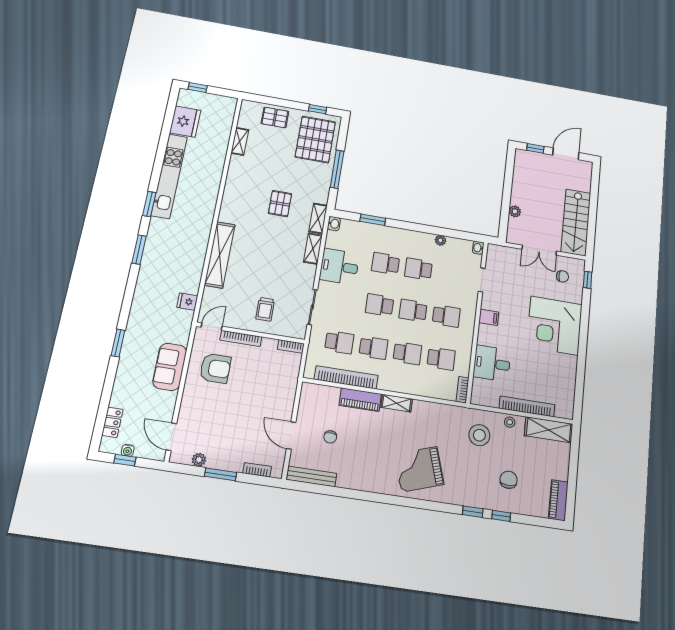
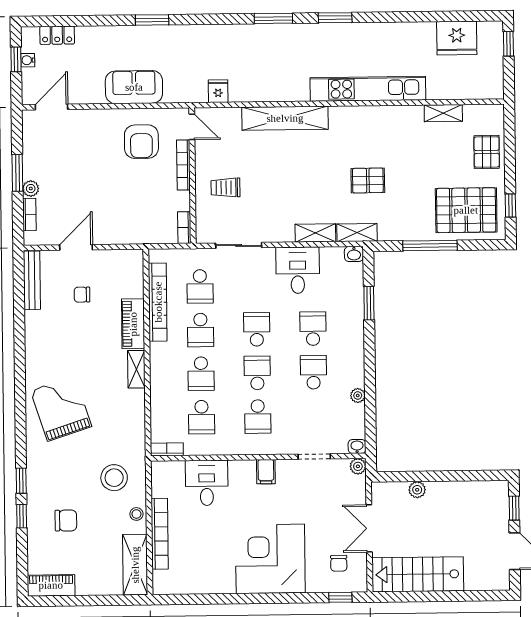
kitchen unit: (169, 176) -> (368, 89), moved, turned 180
plant: (493, 250) -> (358, 466), added
plant: (199, 460) -> (31, 189), moved

